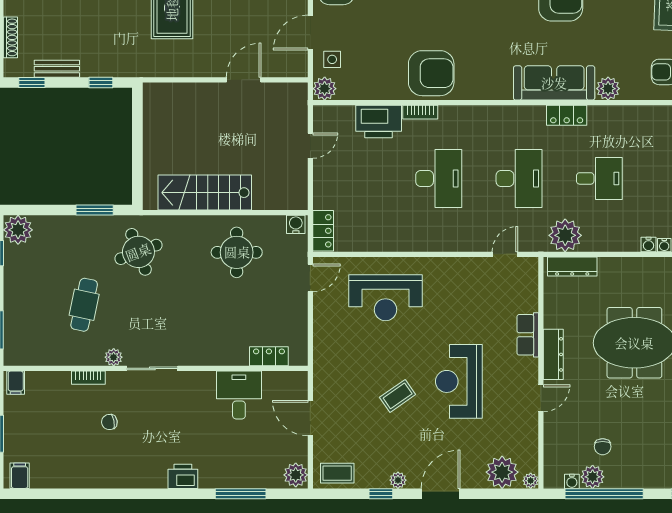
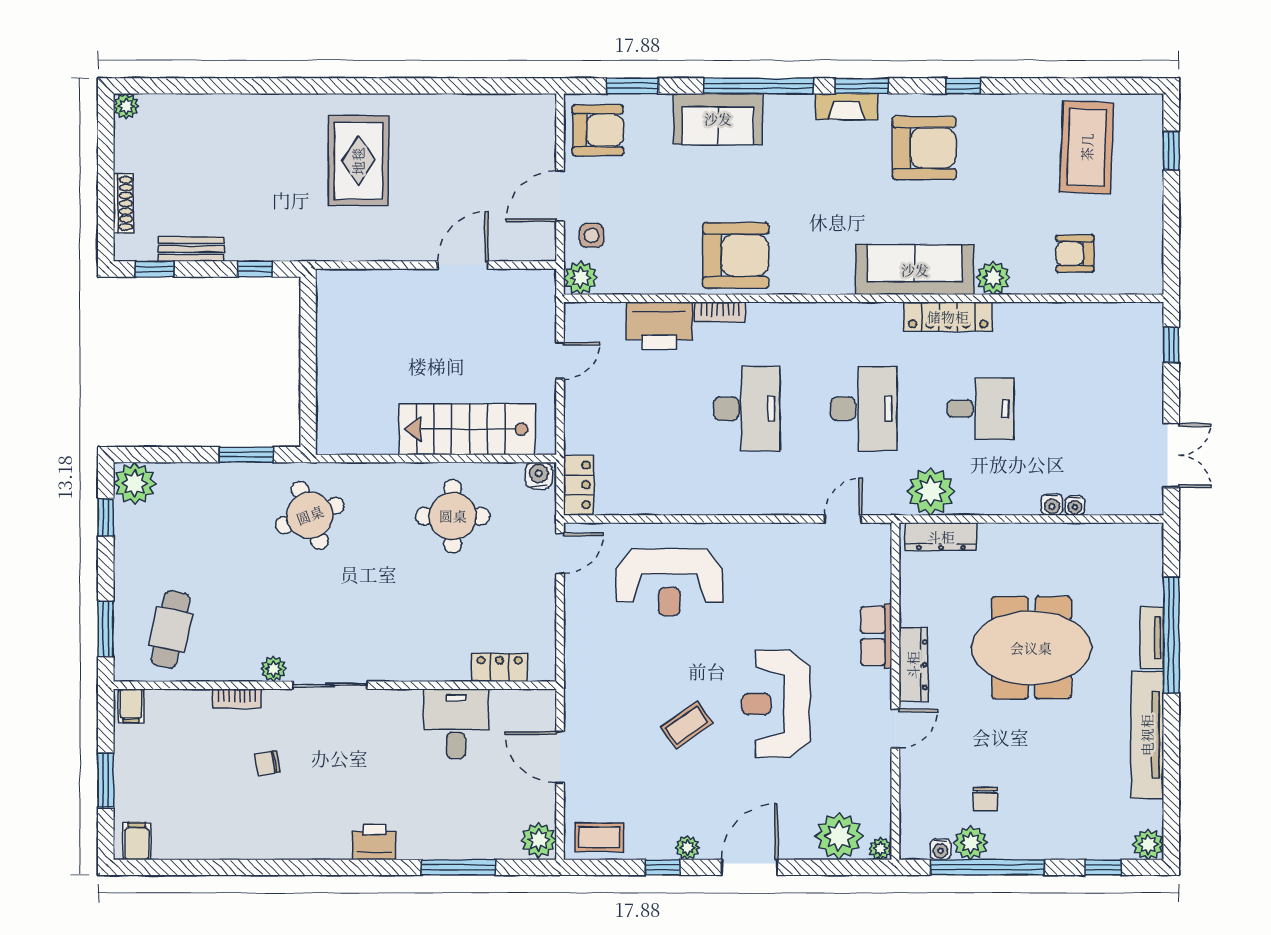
locker: (567, 115) -> (948, 317), width x1.53
stairs: (205, 193) -> (467, 429), moved
cafe table: (84, 305) -> (170, 629), moved

